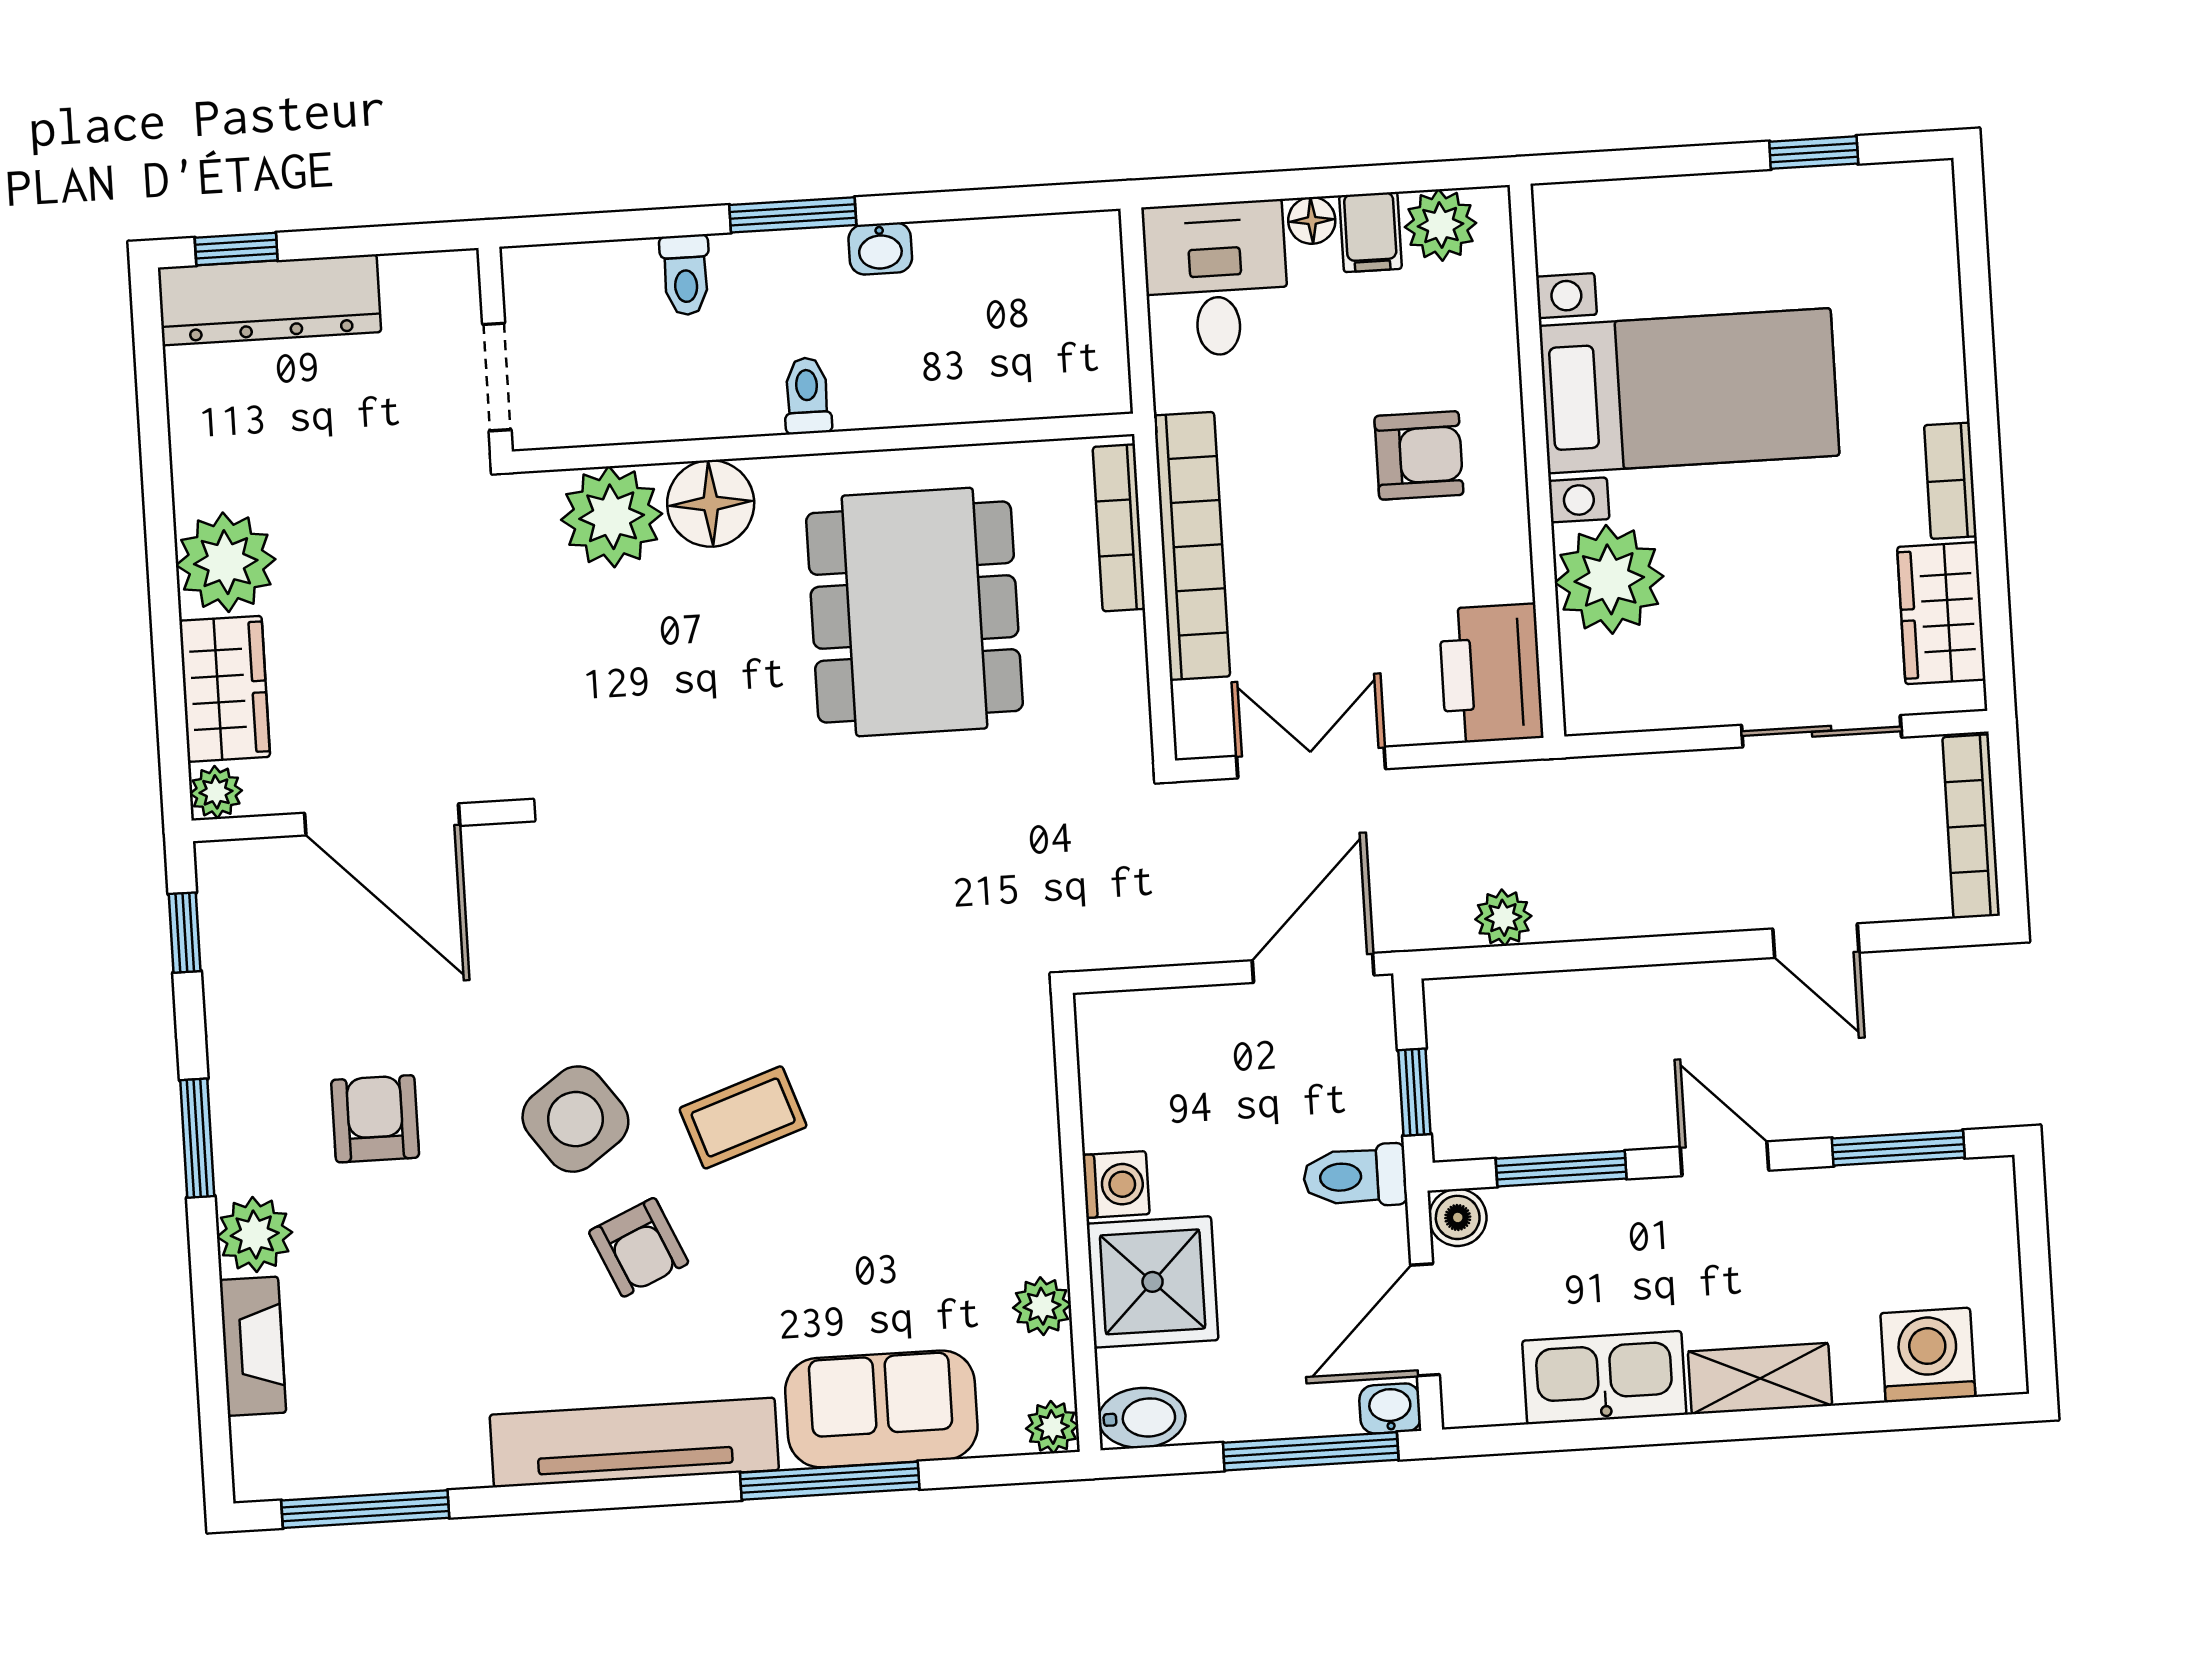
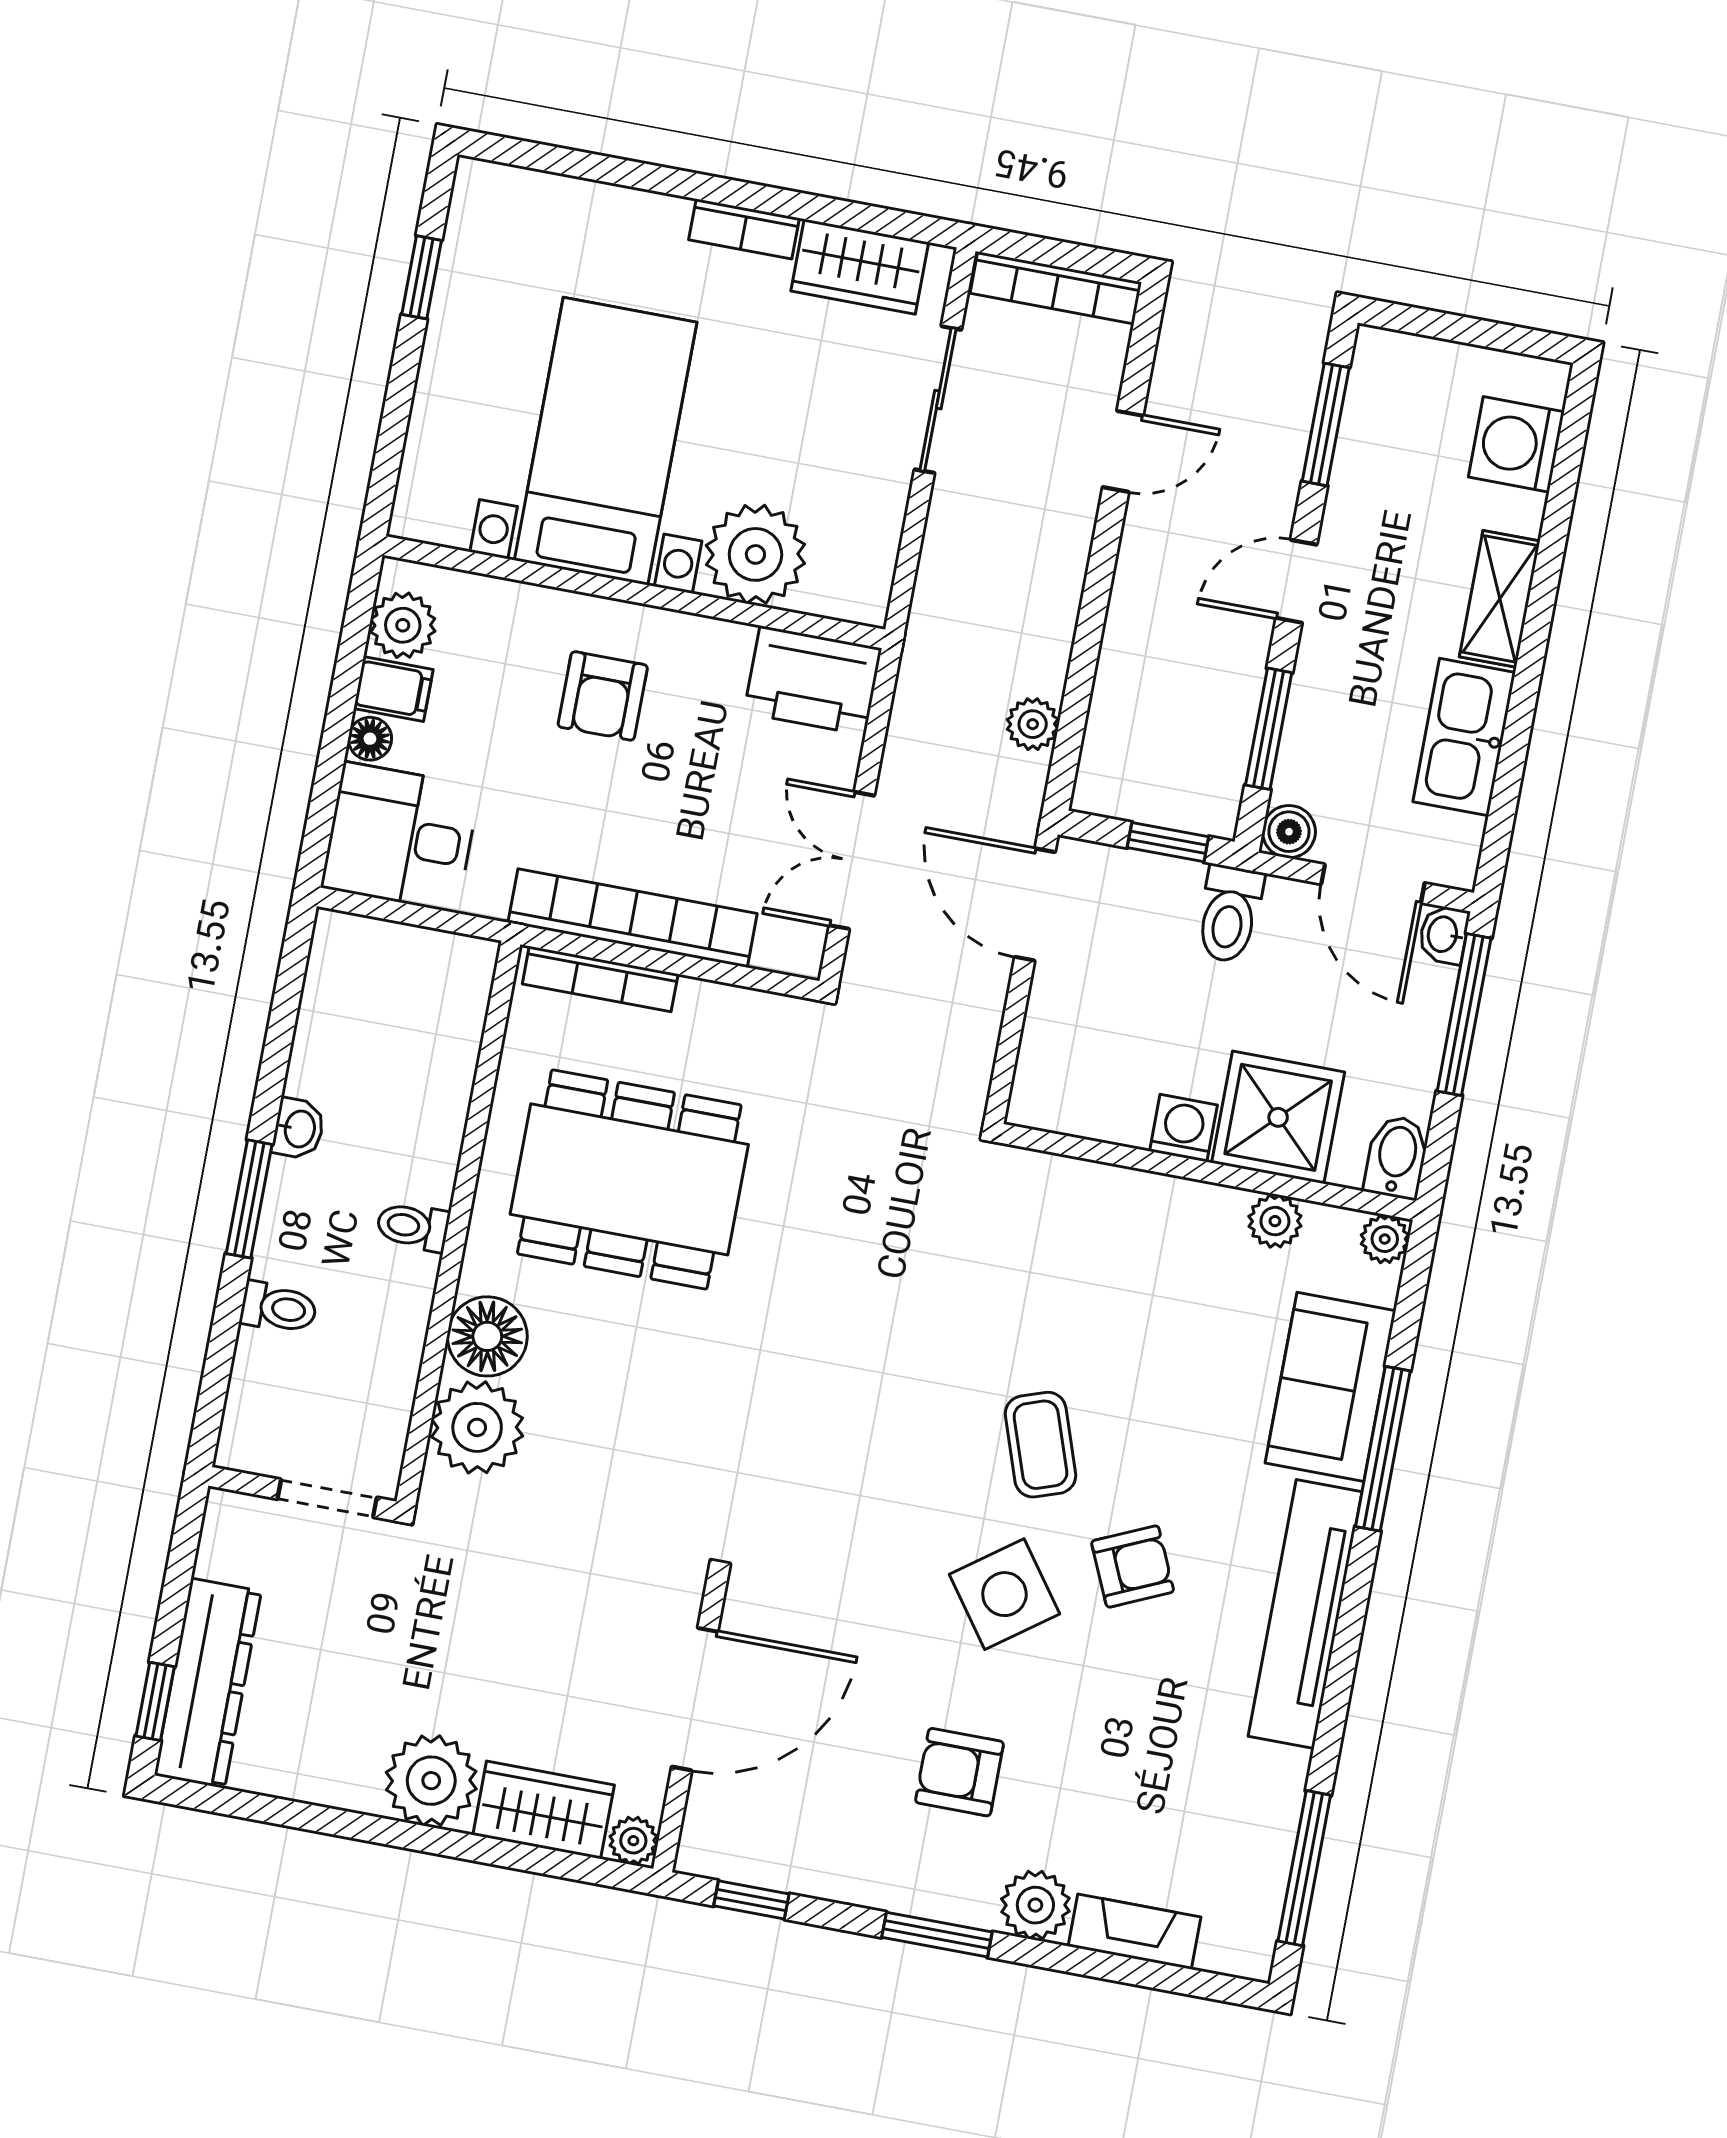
armchair: (1419, 455) -> (603, 696), turned 180

